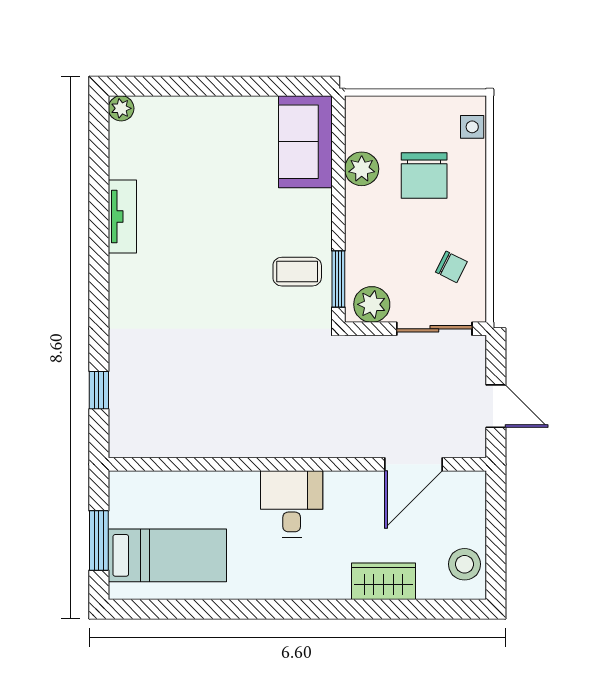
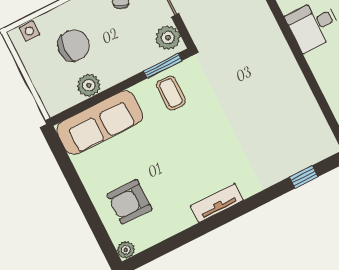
sofa: (305, 142) -> (100, 123), width x1.36
armchair: (182, 145) -> (129, 202), added
tv unit: (122, 217) -> (217, 203), moved

